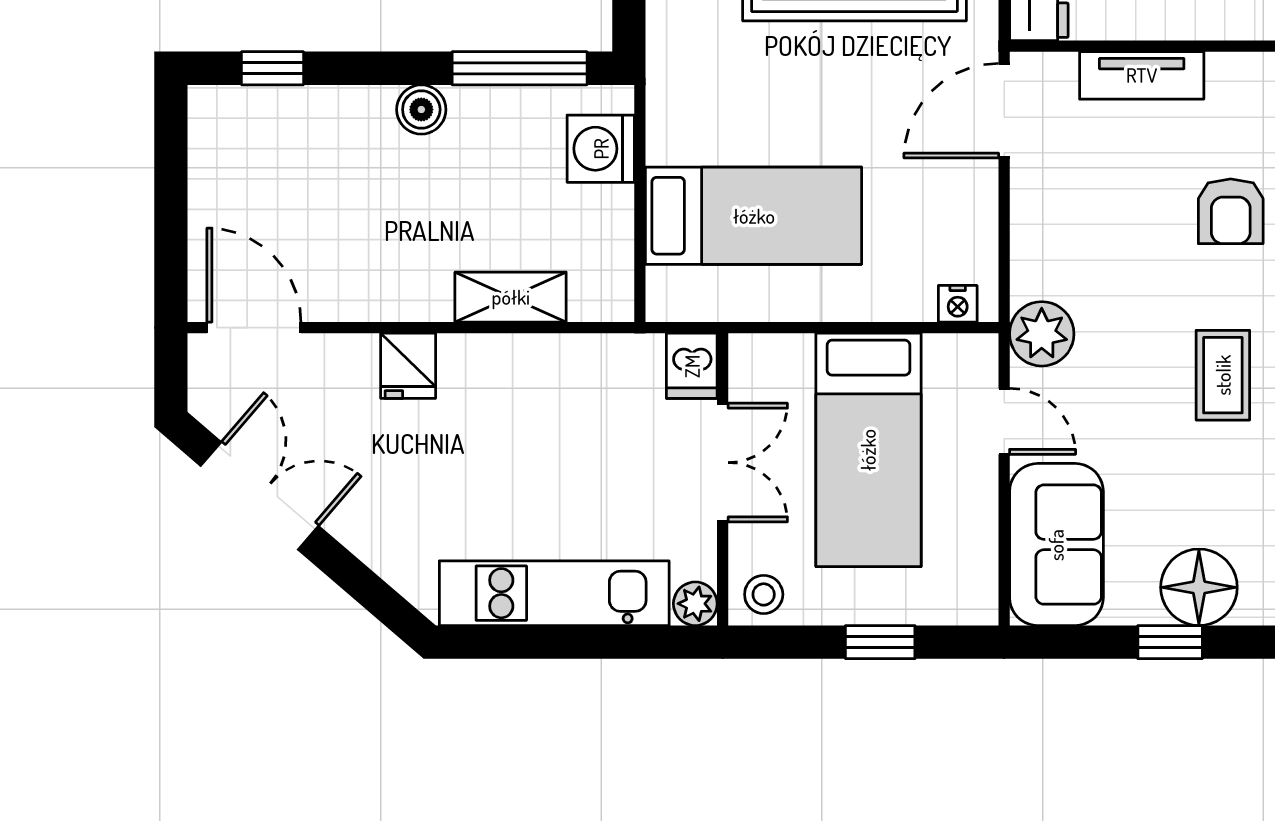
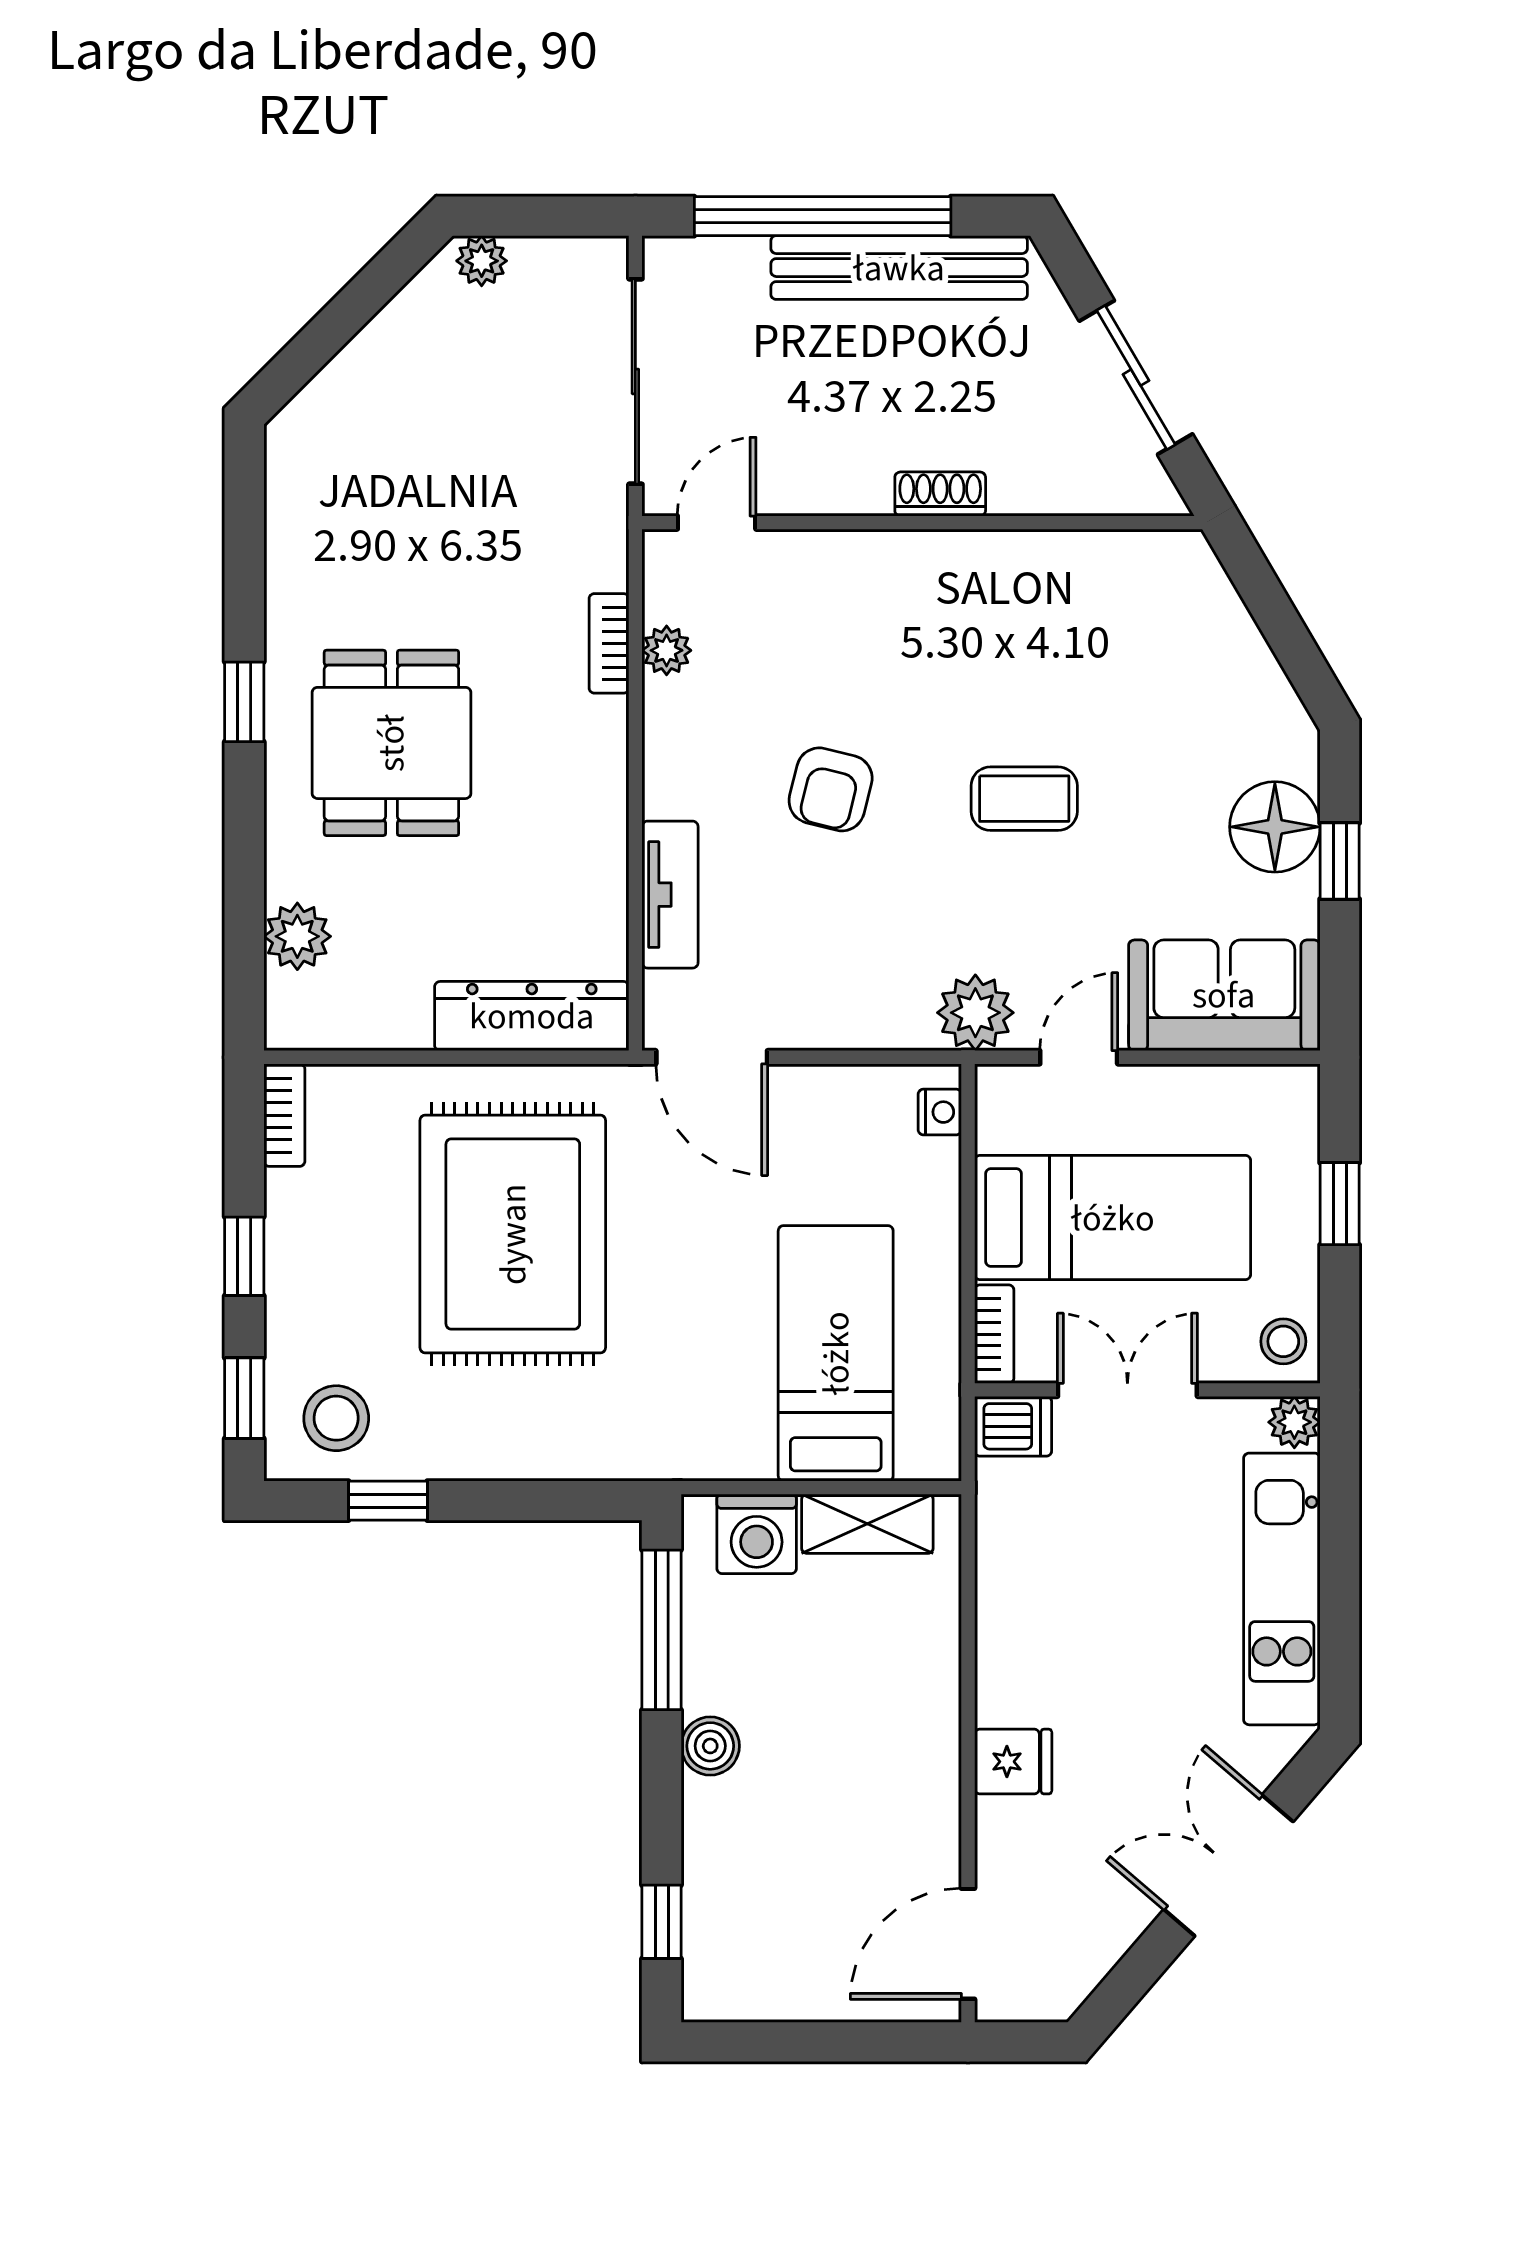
armchair: (1231, 211) -> (831, 789), turned 104
shelving: (511, 297) -> (867, 1524), moved, turned 90
bookcase: (770, 350) -> (994, 1334), added
double door: (260, 496) -> (1228, 1865), moved

